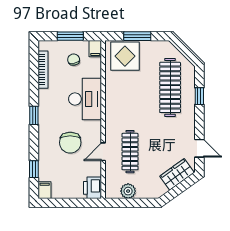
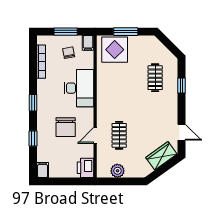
clothes rail: (170, 87) -> (155, 78), width x0.54, depth x0.76
clothes rail: (130, 152) -> (119, 135), width x0.73
window: (34, 169) -> (33, 139), moved

